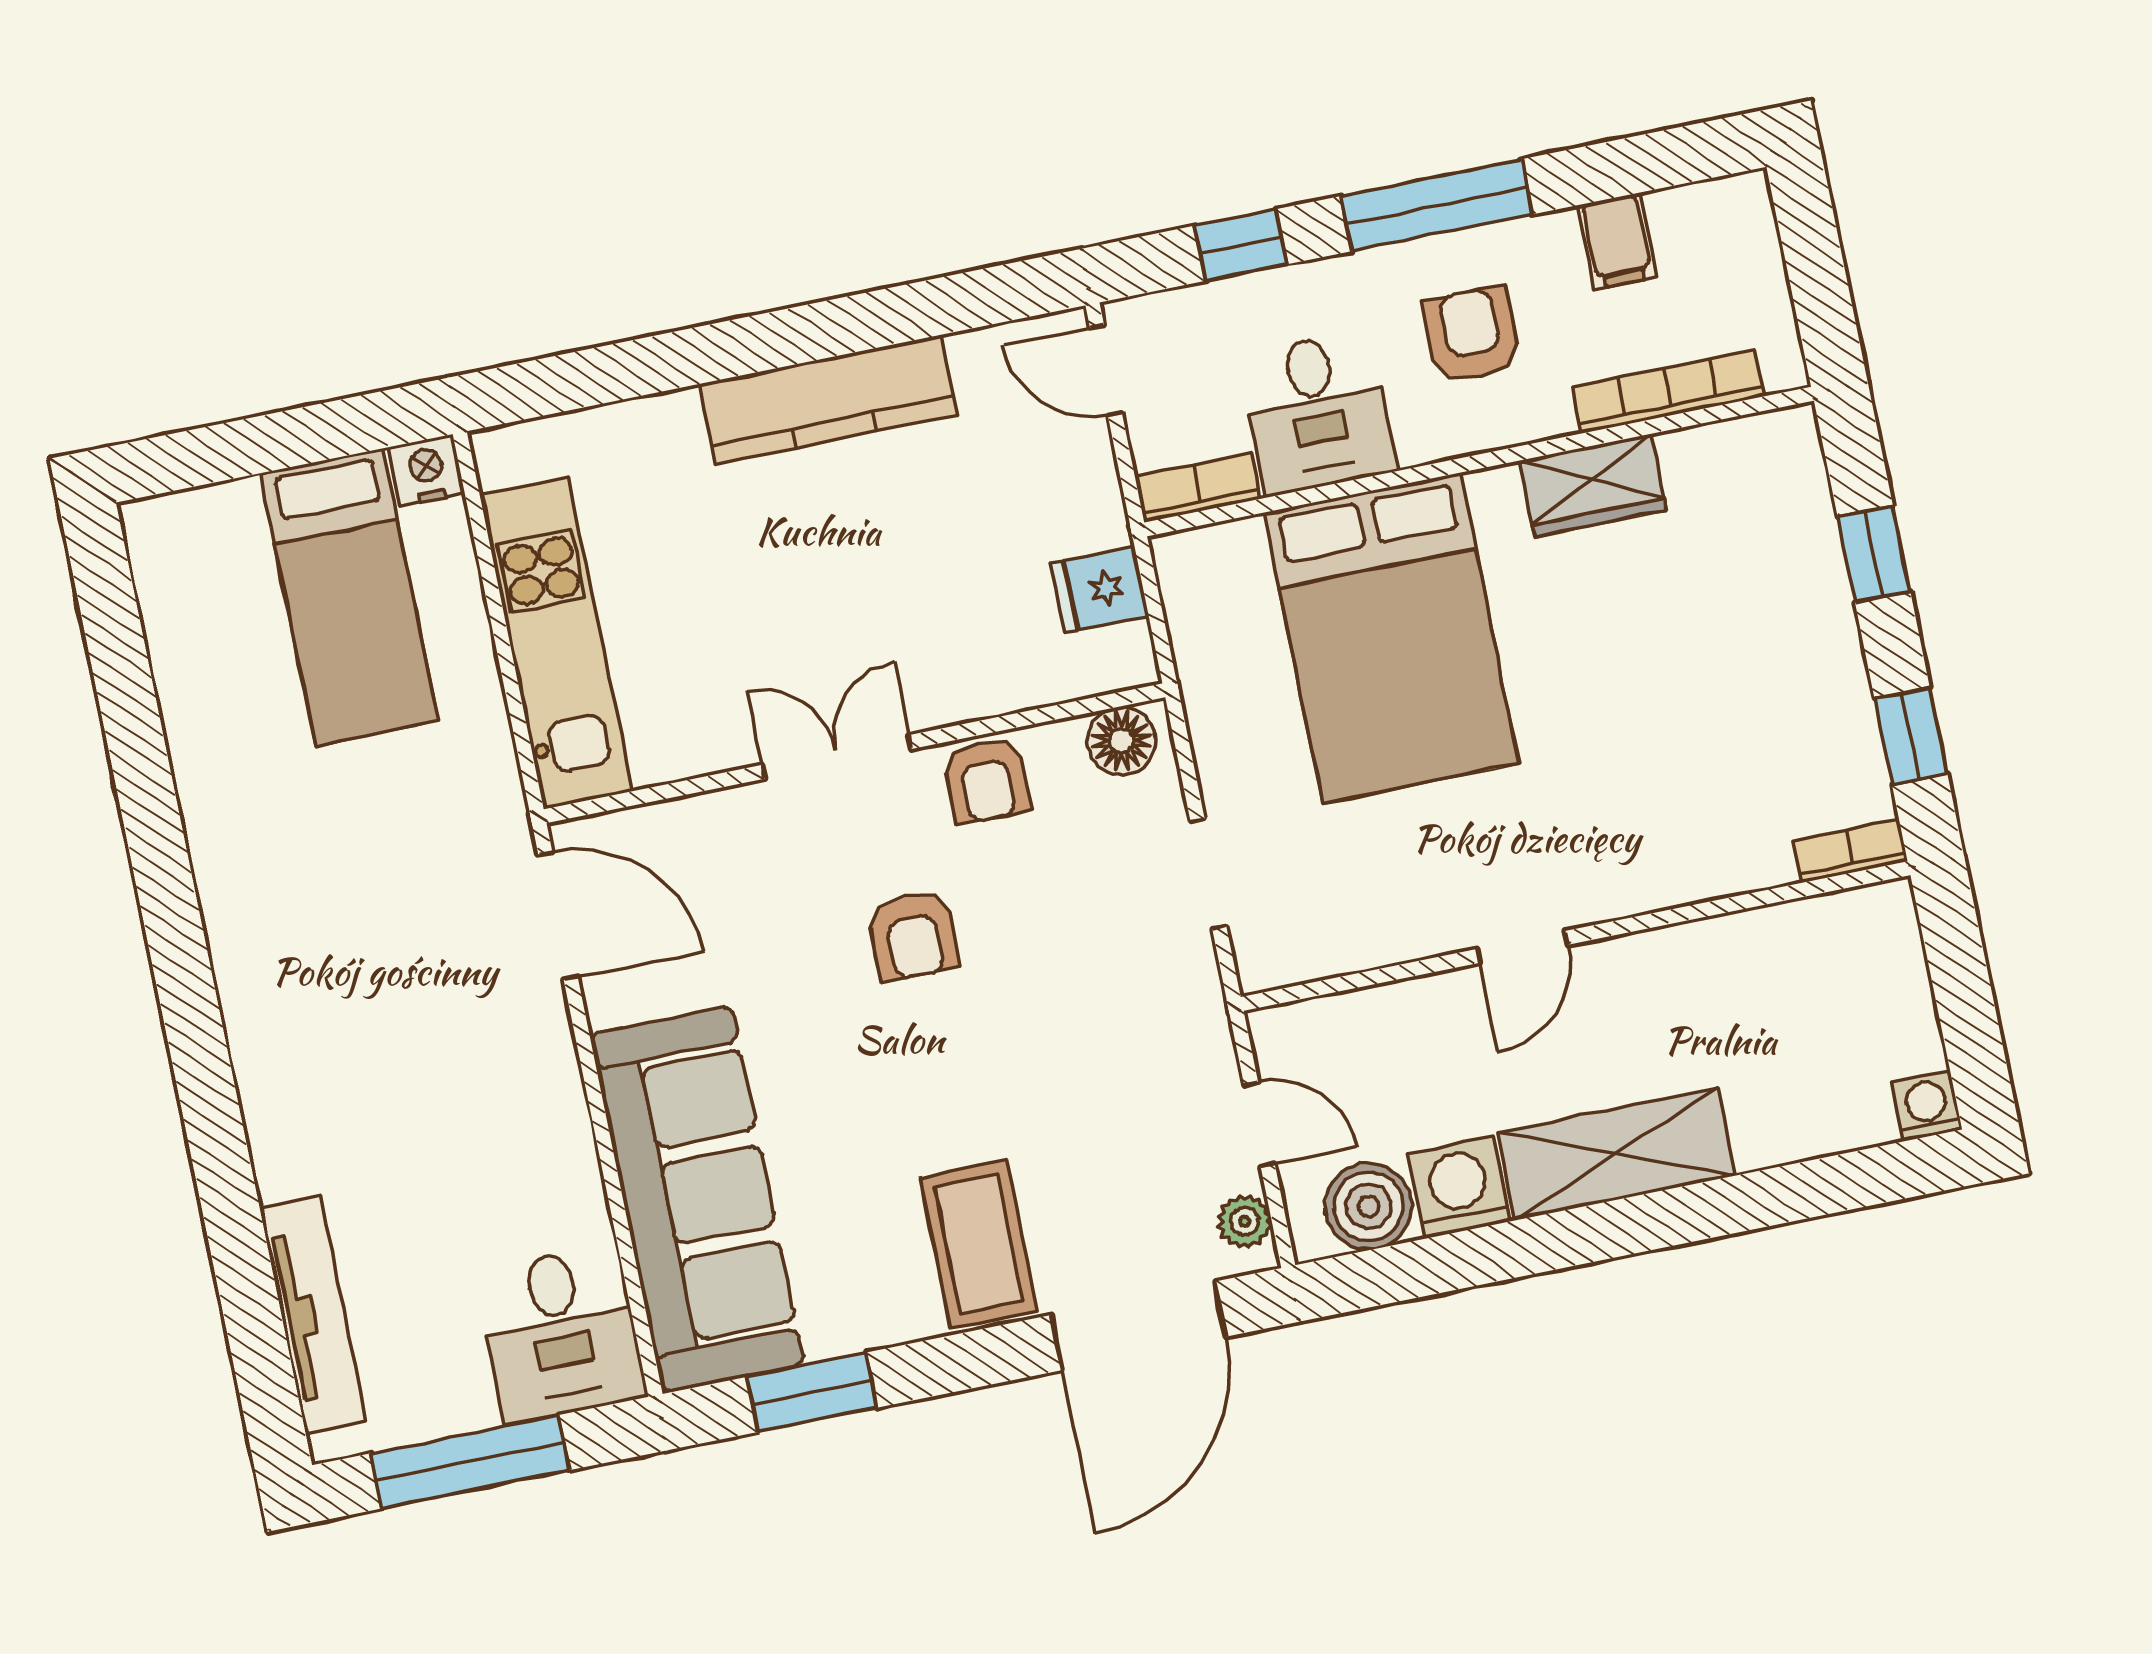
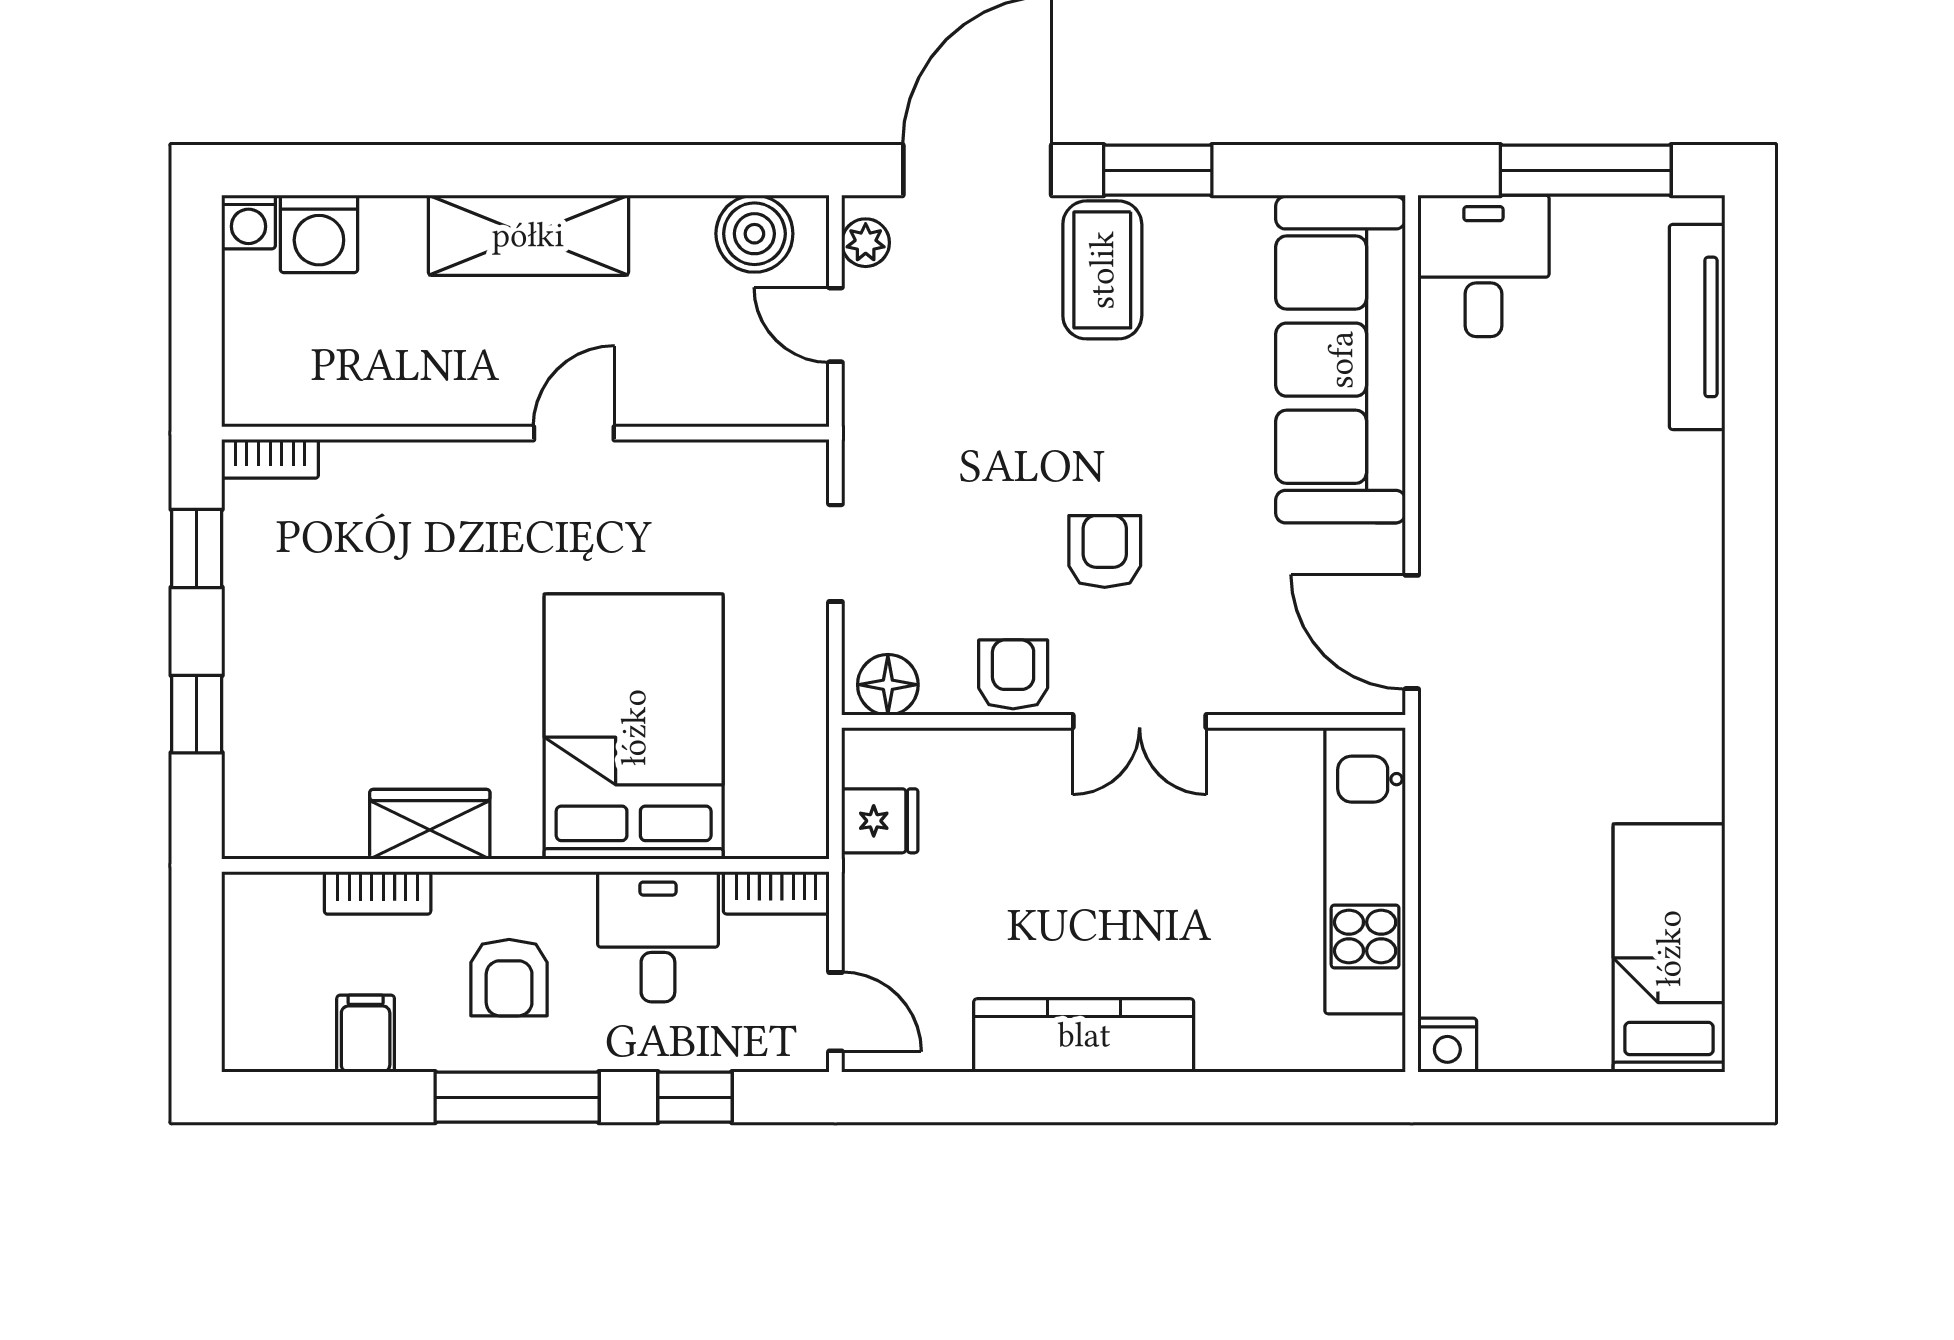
bookcase: (1668, 392) -> (378, 893), width x0.64
bed: (349, 597) -> (1669, 948), moved
washing machine: (1459, 1188) -> (319, 234), moved
window: (812, 1392) -> (1158, 170), moved

